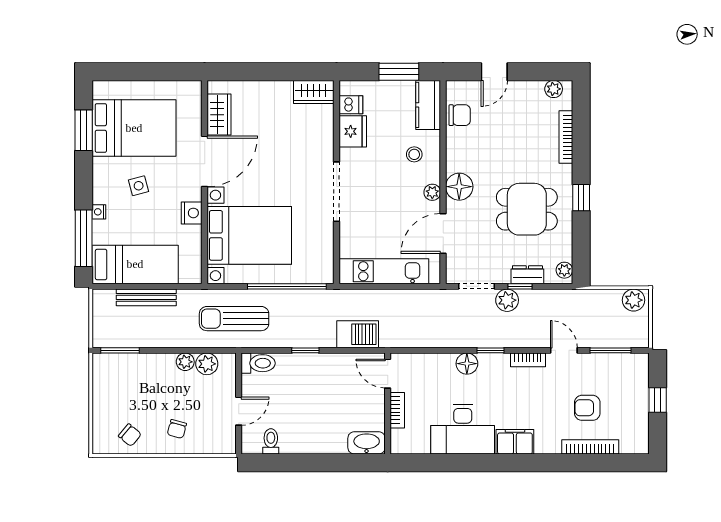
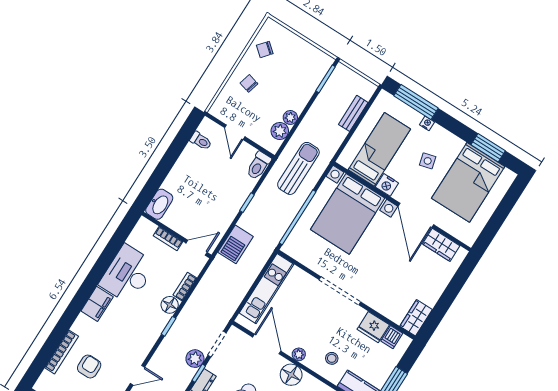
bed: (135, 264) -> (379, 149), moved, turned 180
bench: (146, 297) -> (353, 113), width x0.73
bookcase: (528, 360) -> (185, 287), moved

